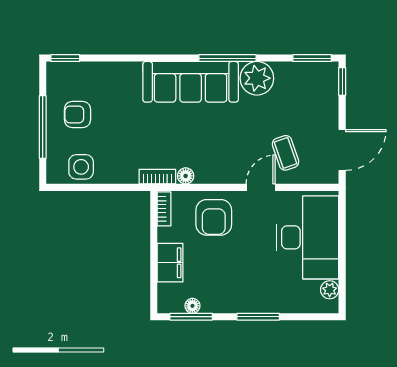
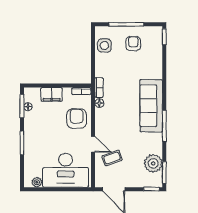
plant: (257, 78) -> (153, 163), moved
armchair: (214, 217) -> (77, 119), turned 90

